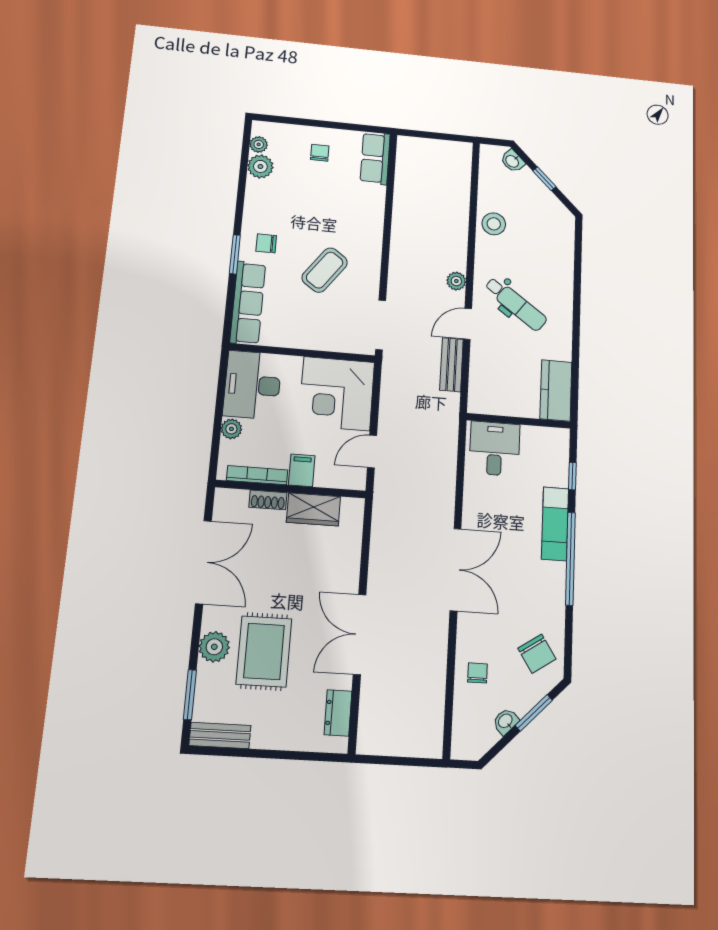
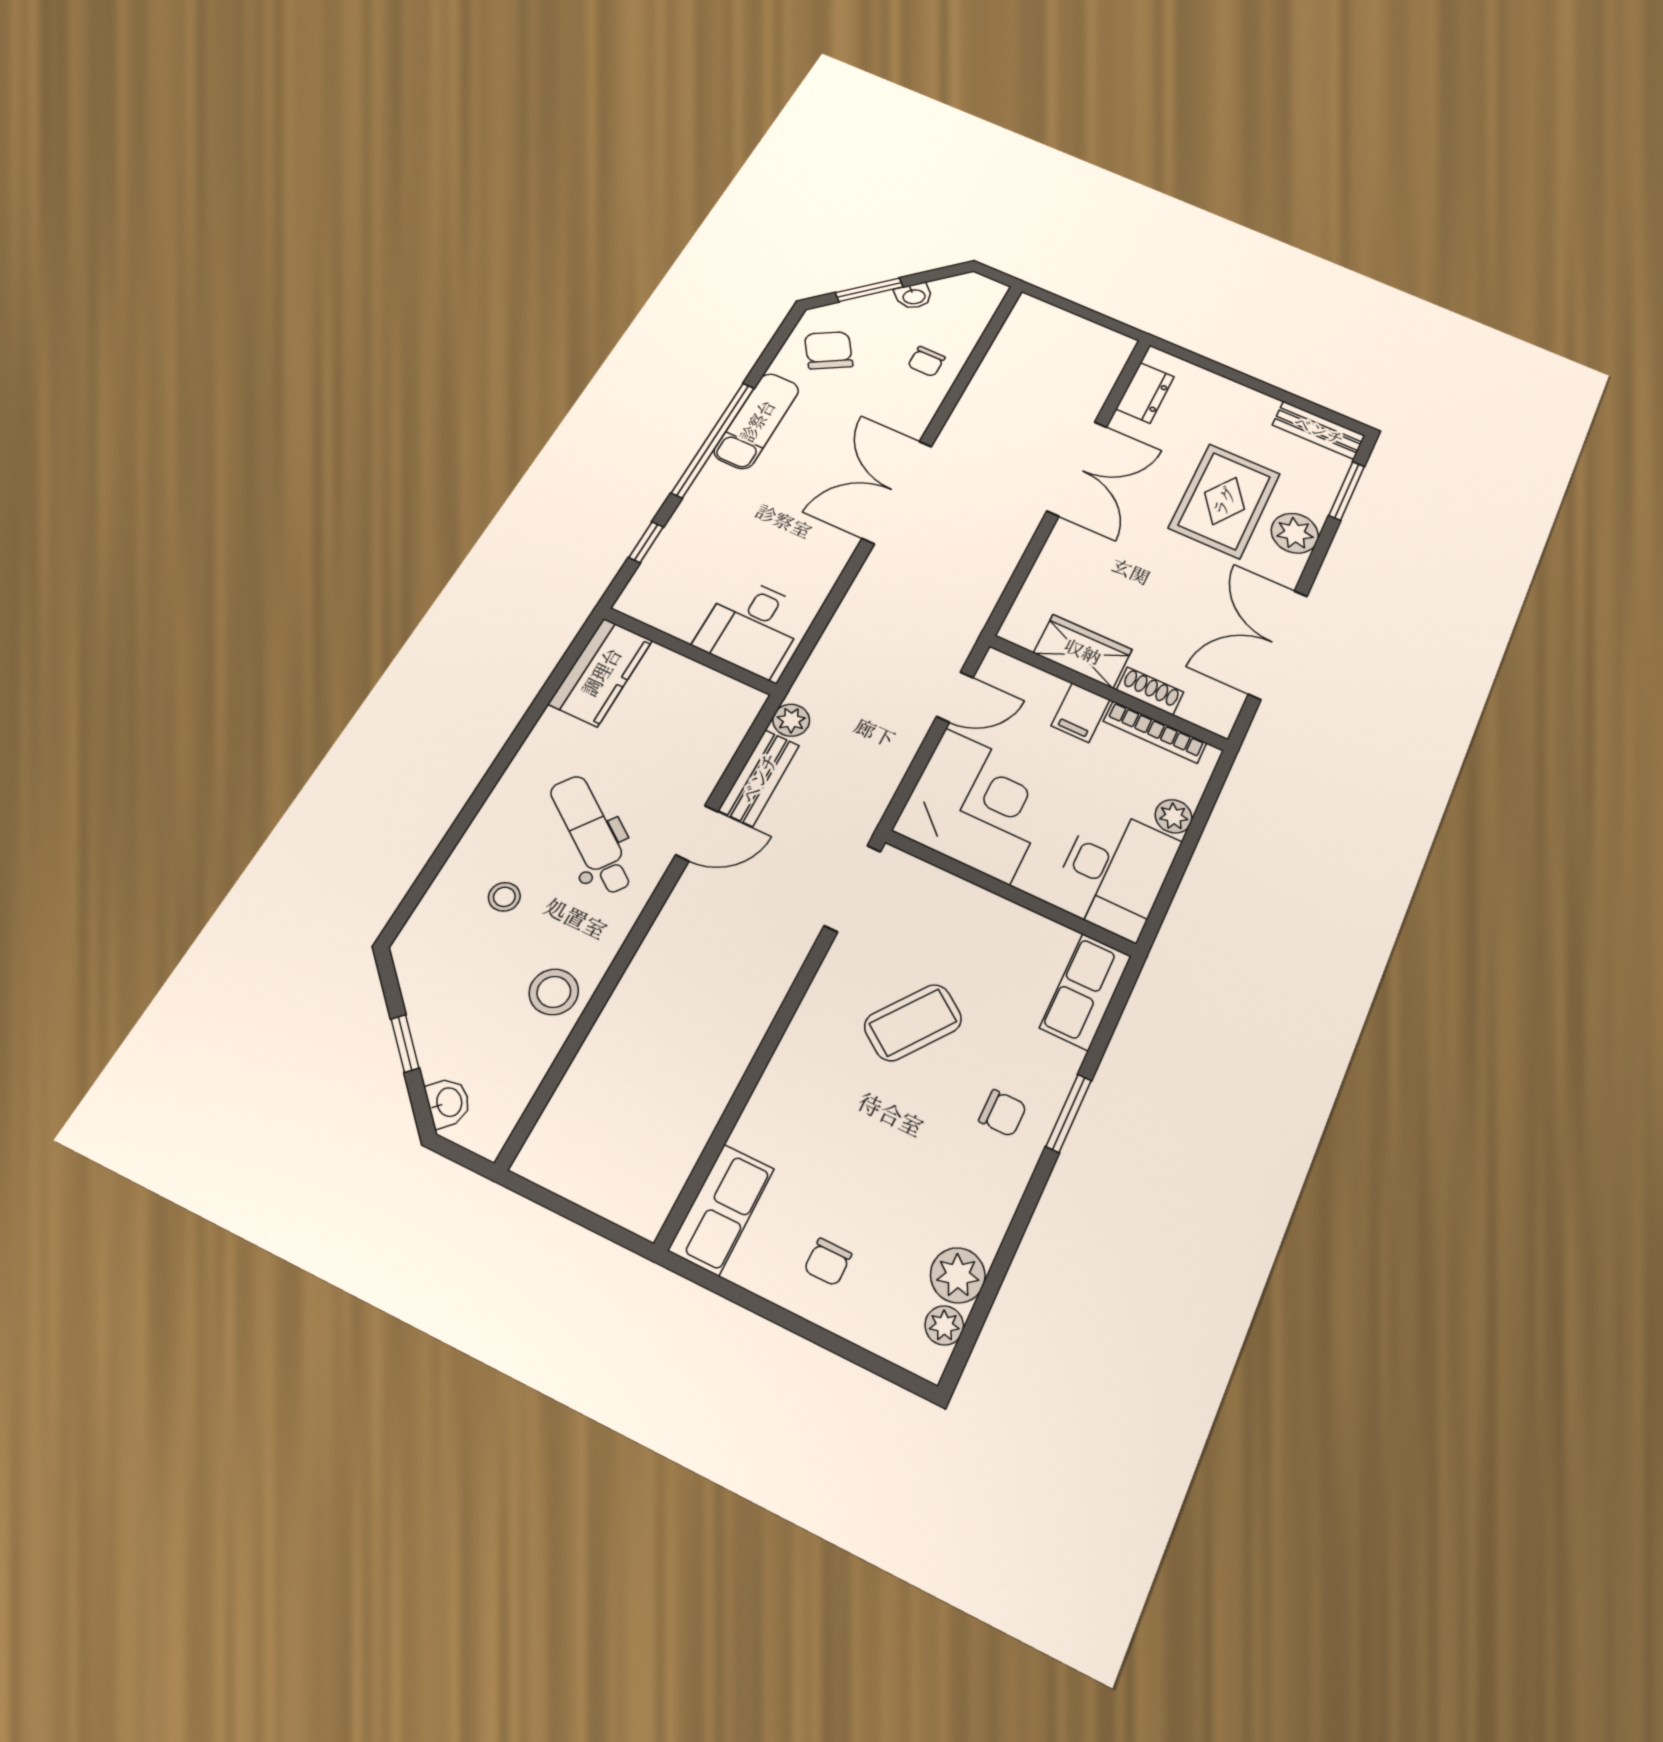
stool: (539, 259) -> (504, 897), added
plant: (456, 281) -> (791, 720), moved
row of seats: (248, 303) -> (1086, 992), width x0.68
exam couch: (555, 524) -> (757, 421), moved

